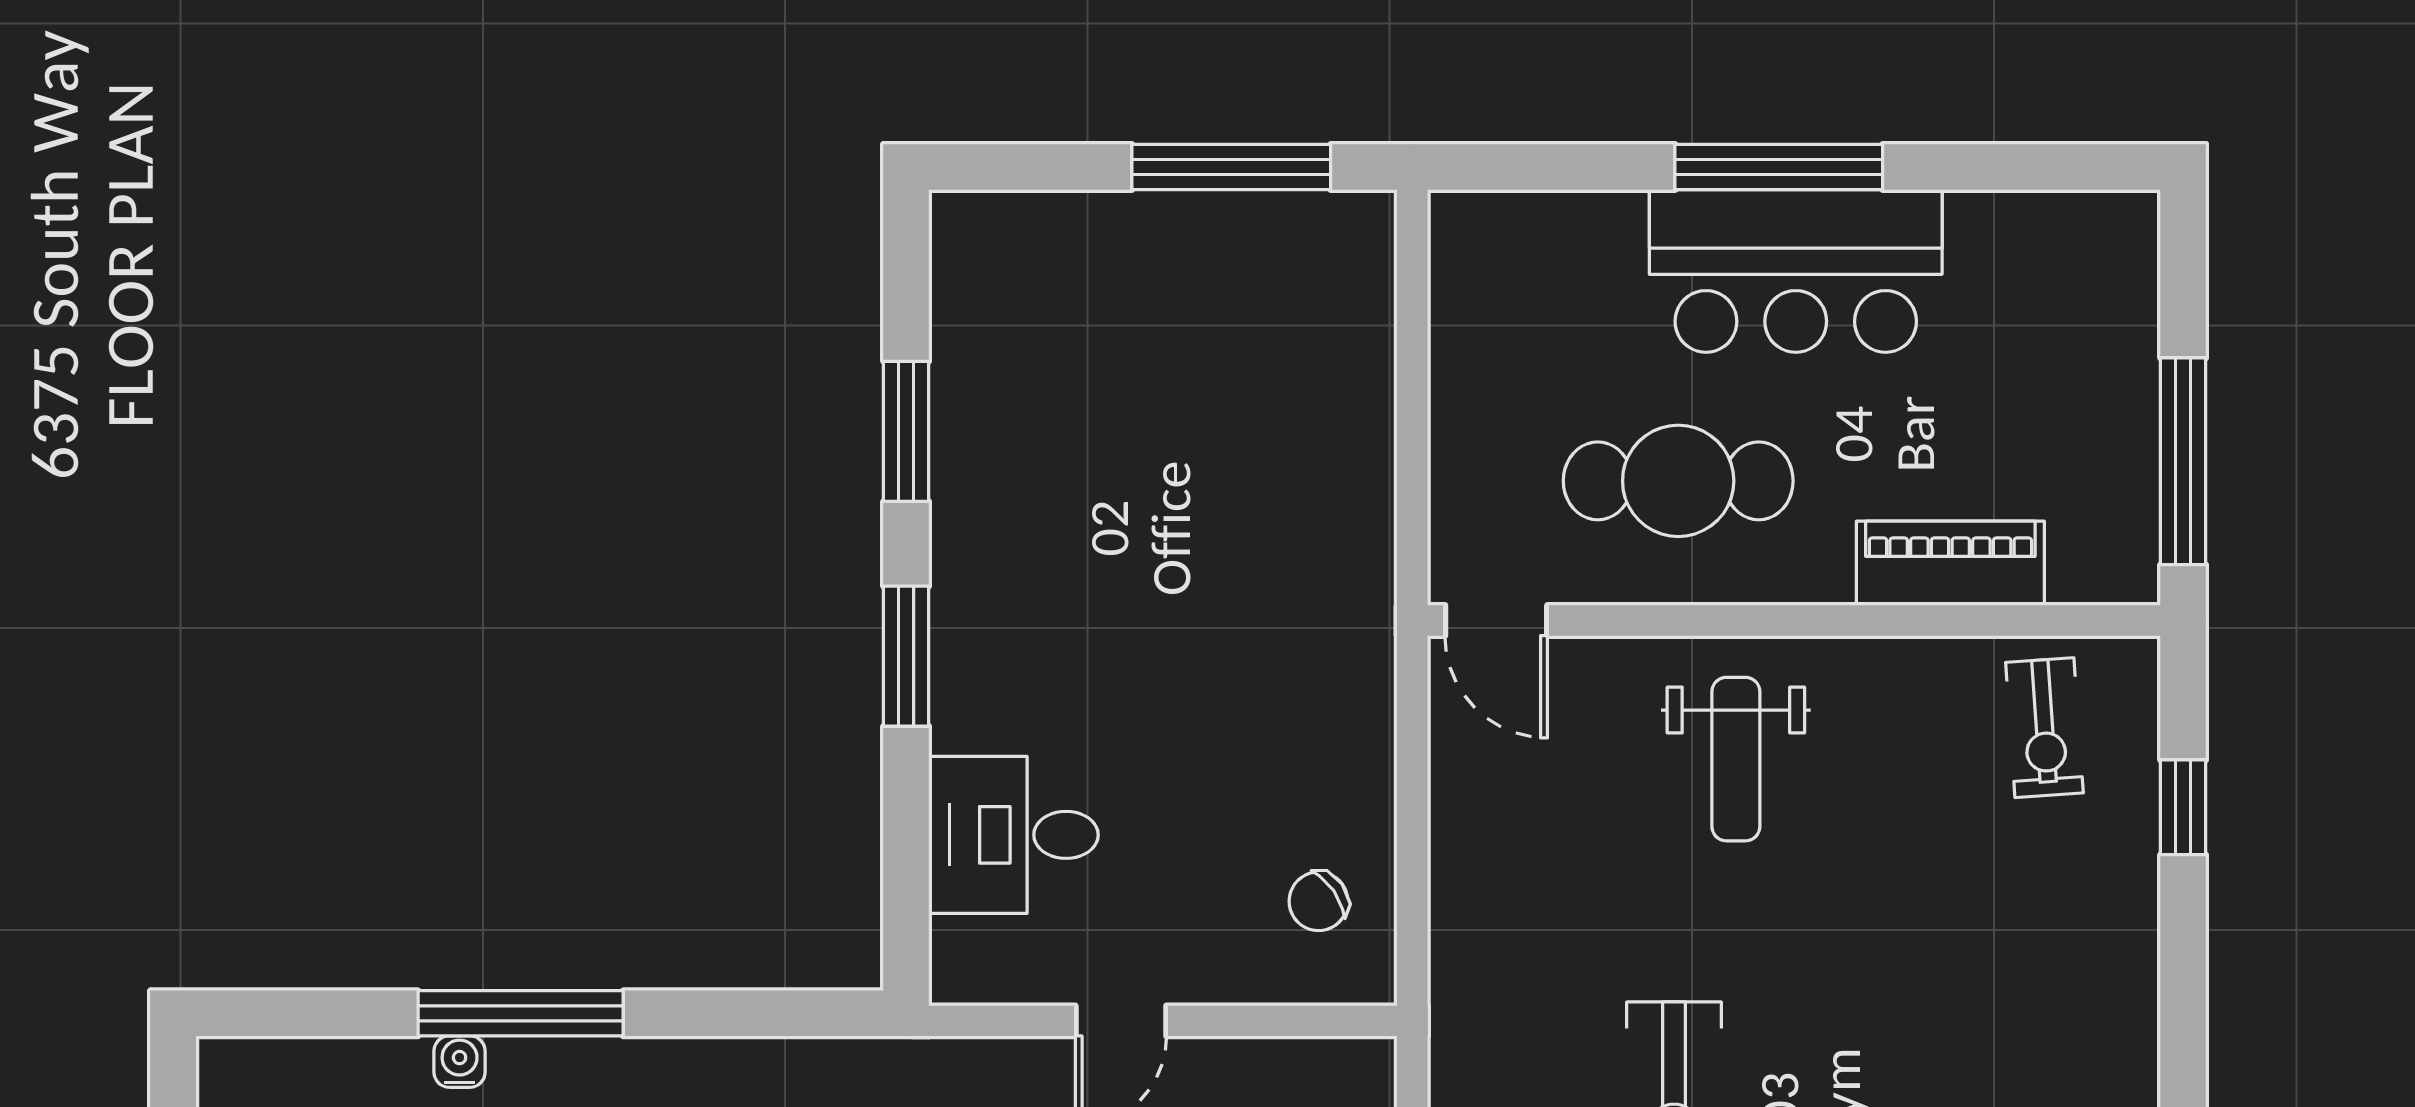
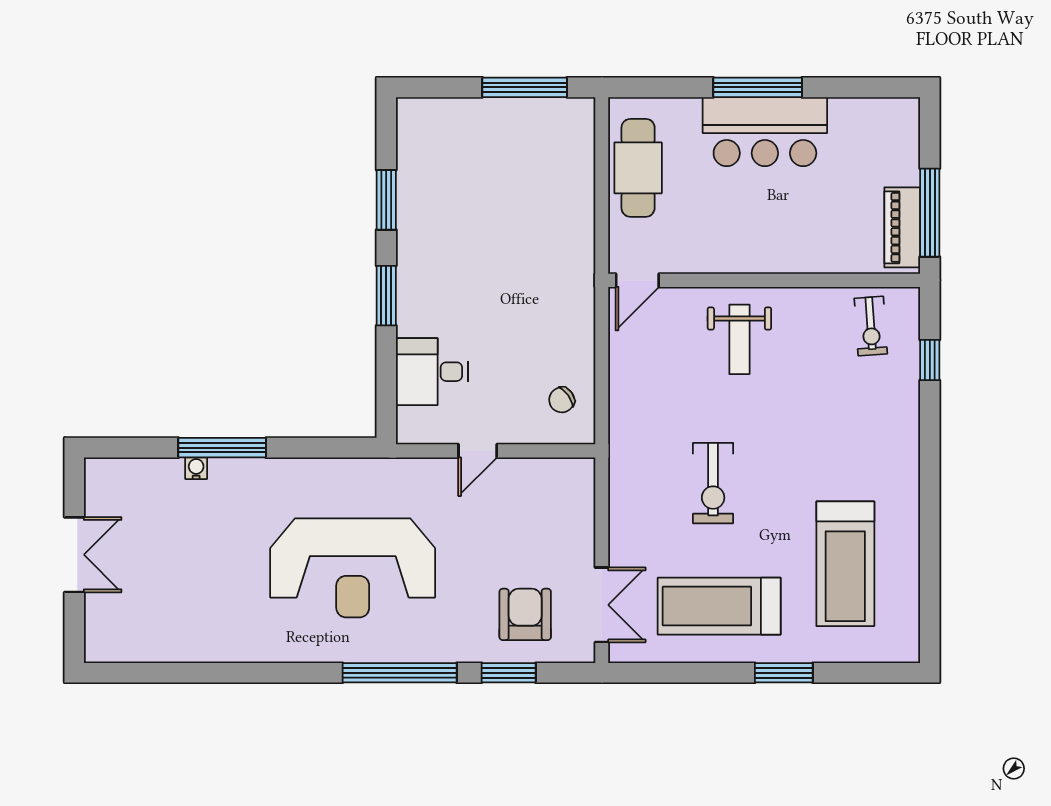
cafe table: (1678, 481) -> (638, 168), moved, turned 90
piano: (1950, 563) -> (902, 227), moved, turned -90
door: (1496, 620) -> (637, 280), hinge flipped

